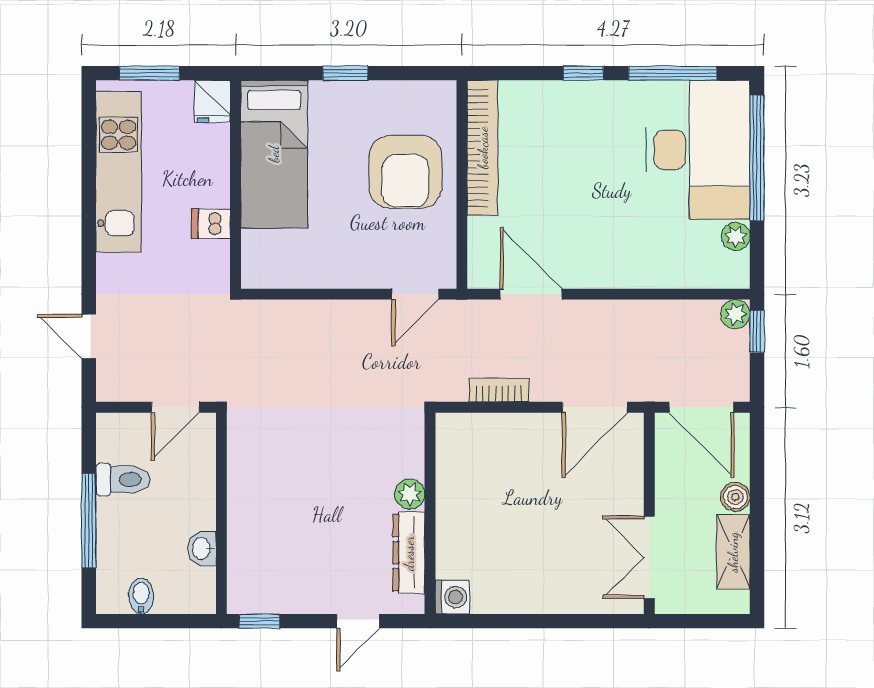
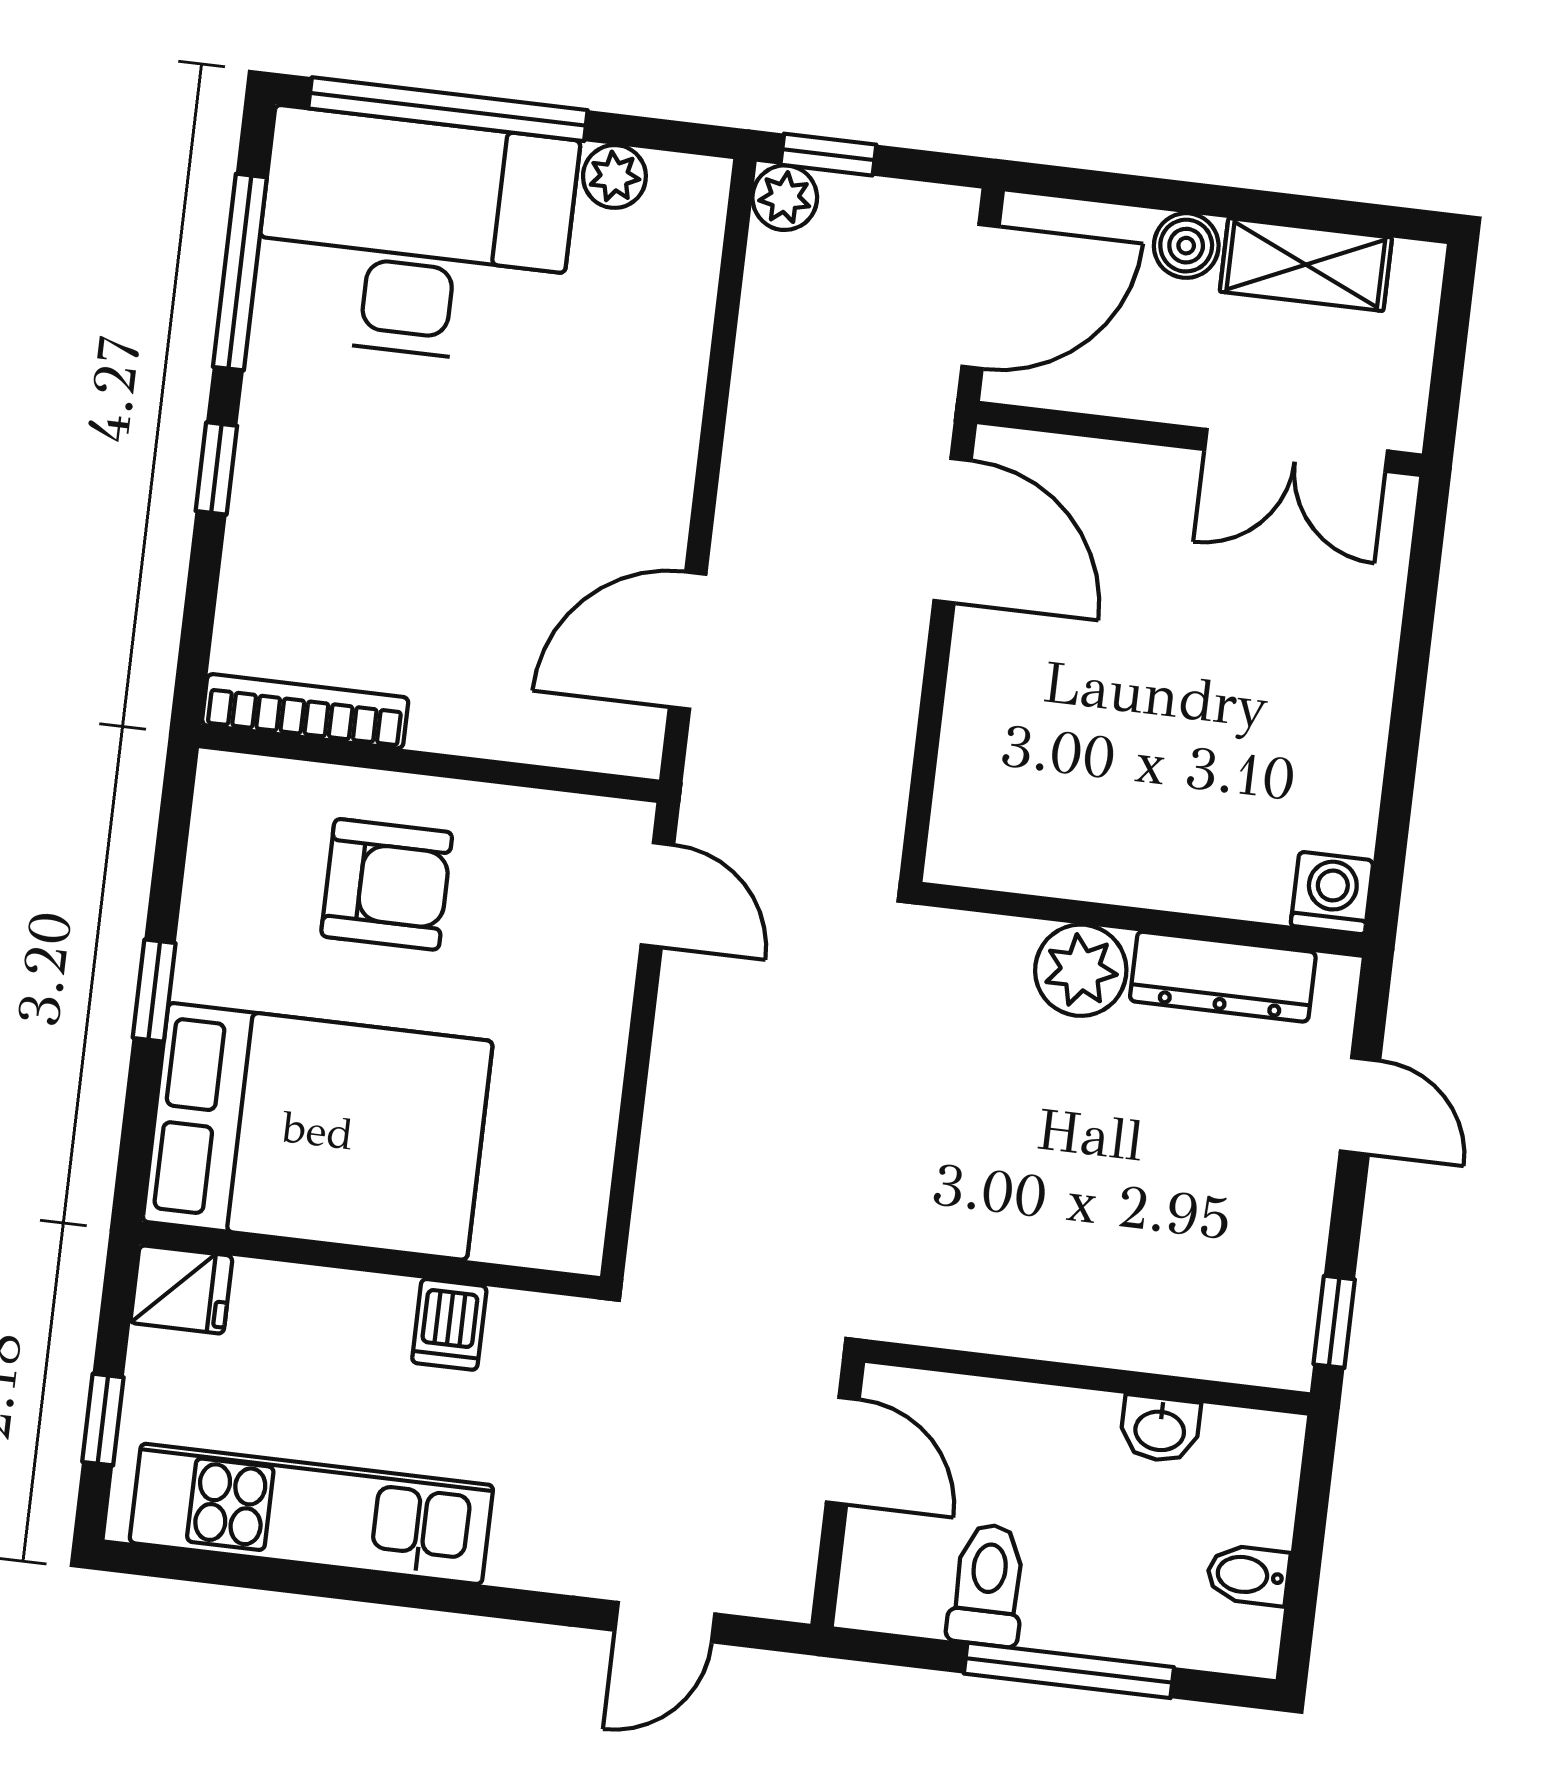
window: (150, 73) -> (103, 1420), width x0.67
bookcase: (483, 148) -> (305, 711), width x0.68, depth x0.76
bed: (274, 154) -> (318, 1131), width x1.50
armchair: (405, 172) -> (387, 884), width x0.73, depth x0.73
bookcase: (499, 390) -> (890, 736), removed
plant: (410, 494) -> (1081, 970), width x1.38, depth x1.38

